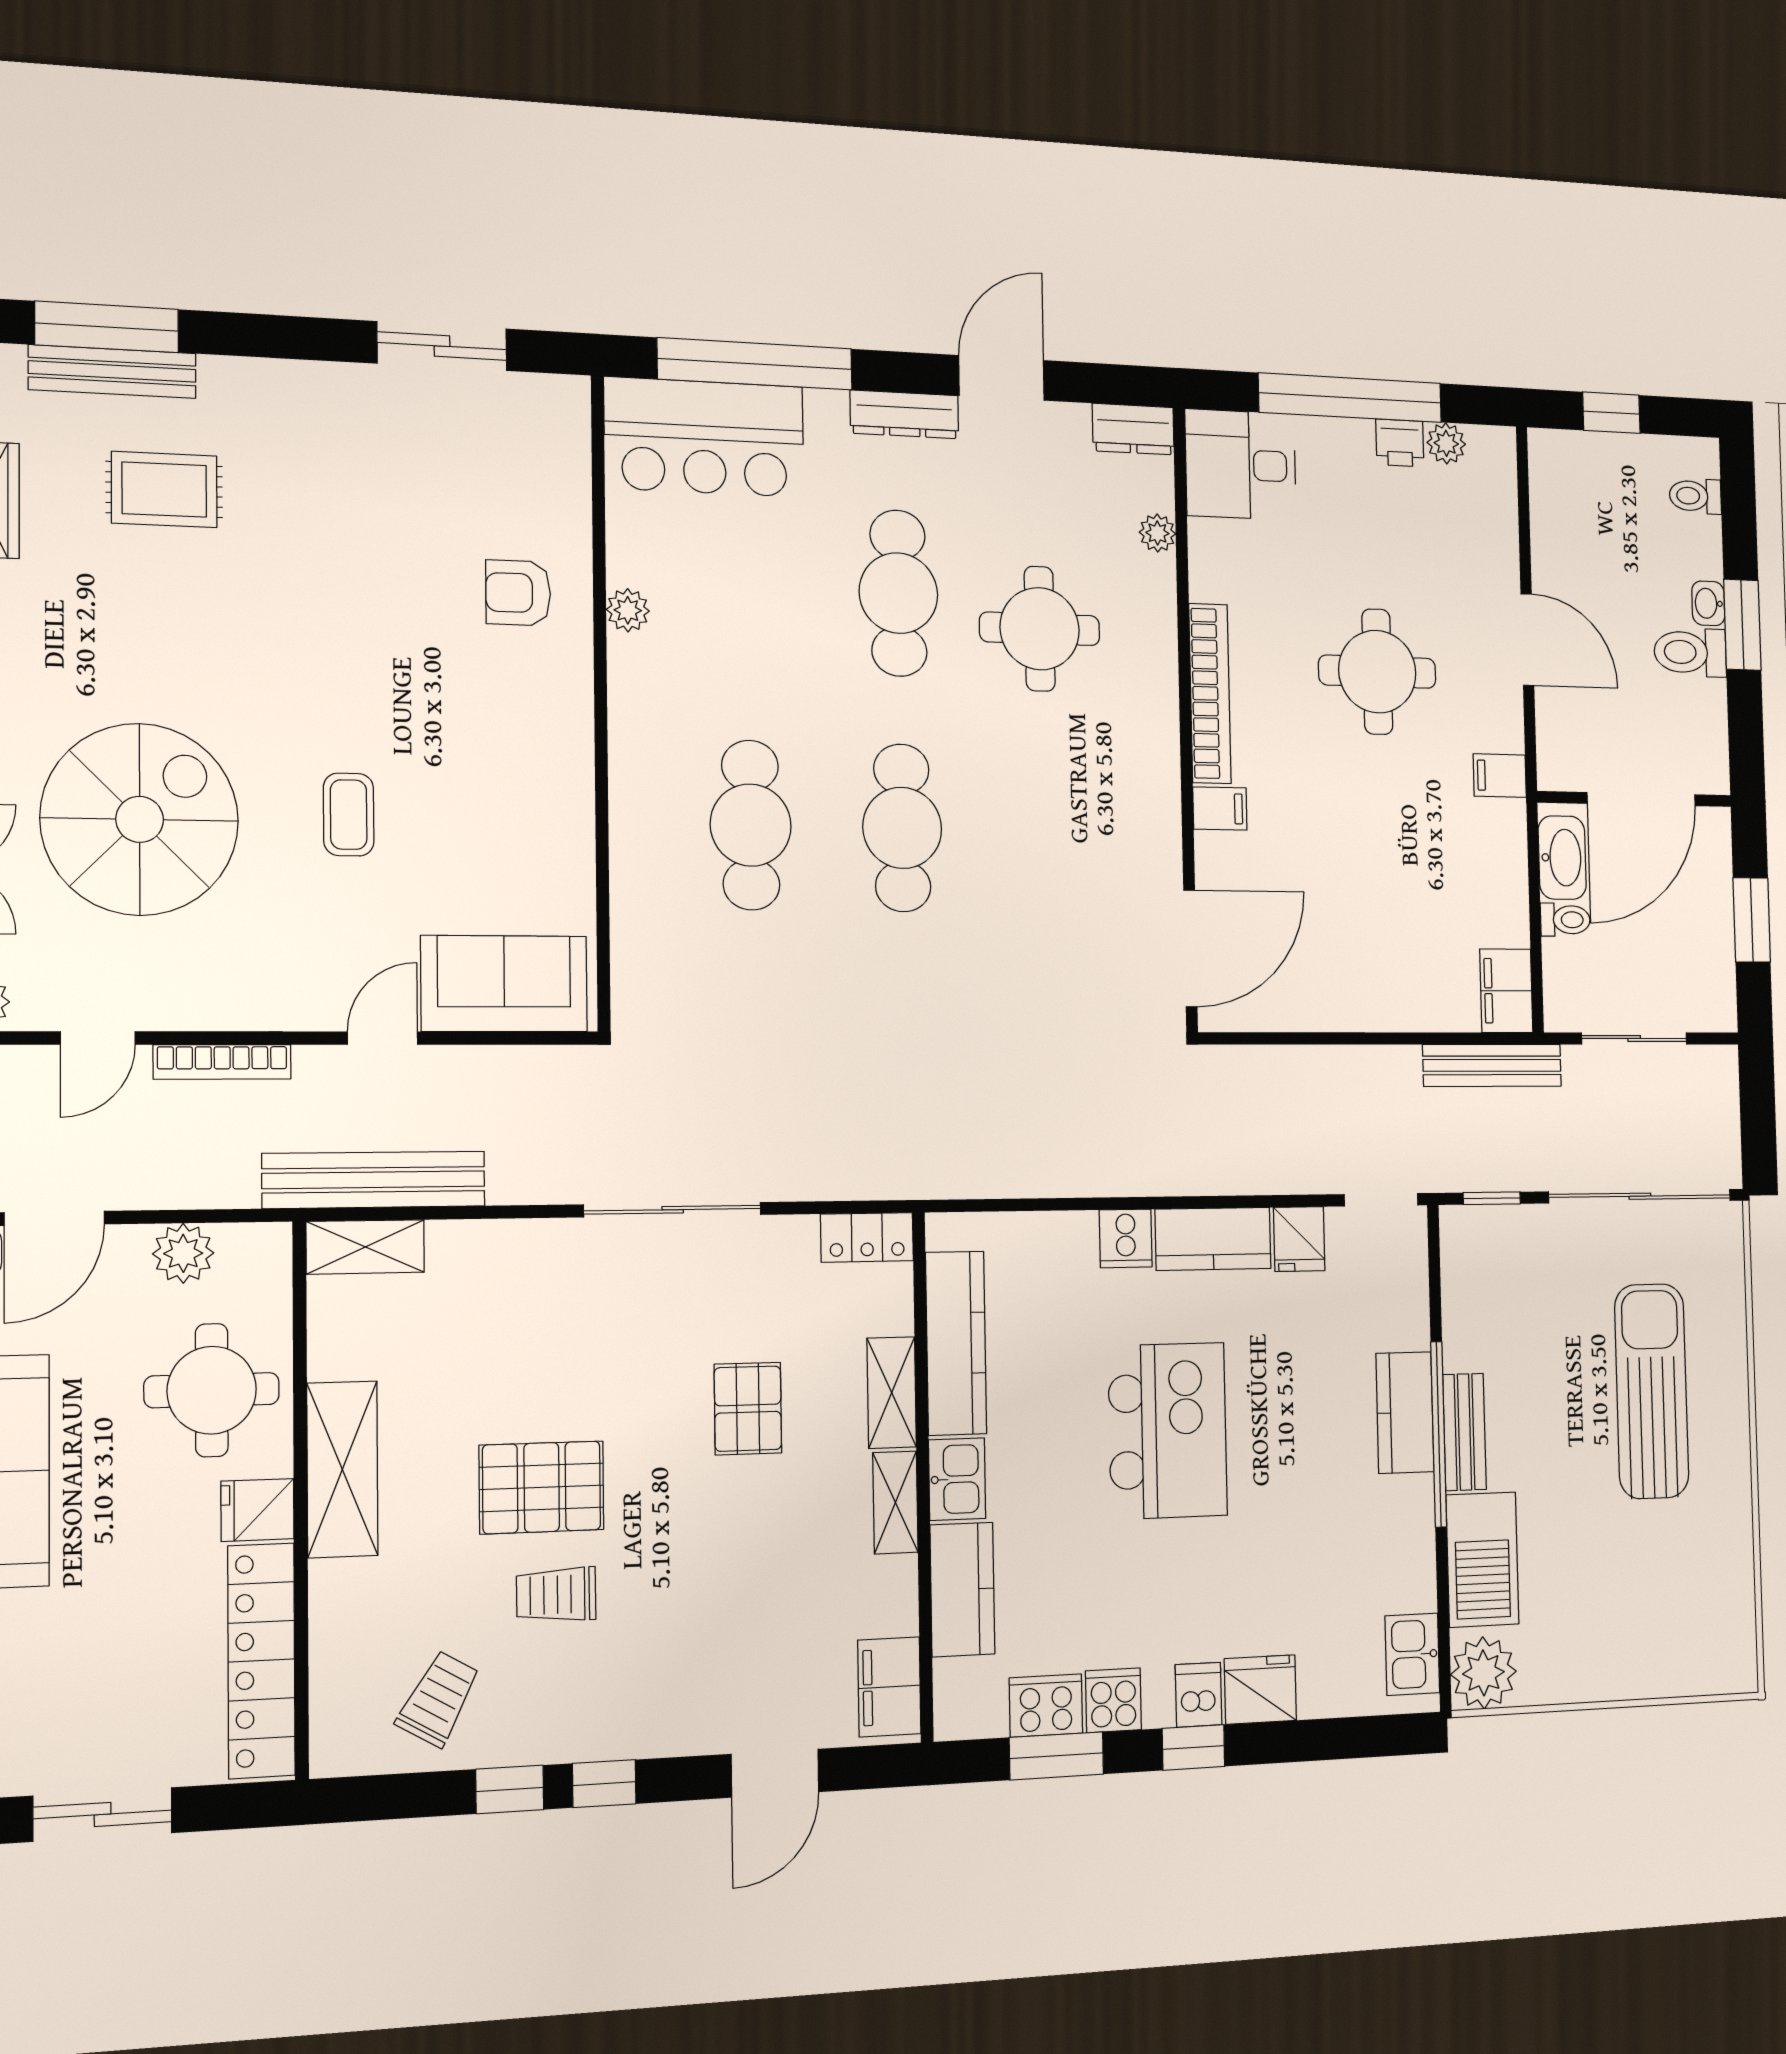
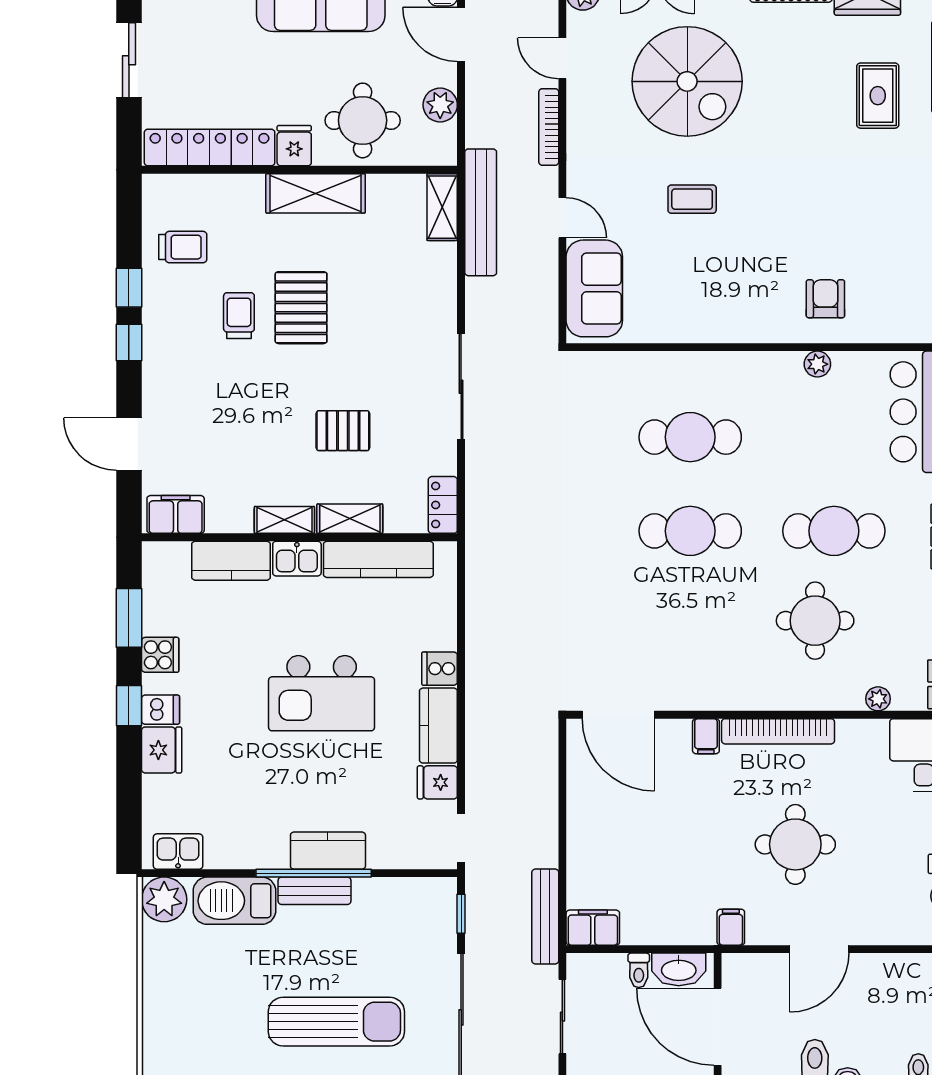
trolley: (438, 1699) -> (183, 247), turned -30
cooker: (1046, 1706) -> (159, 612), removed

